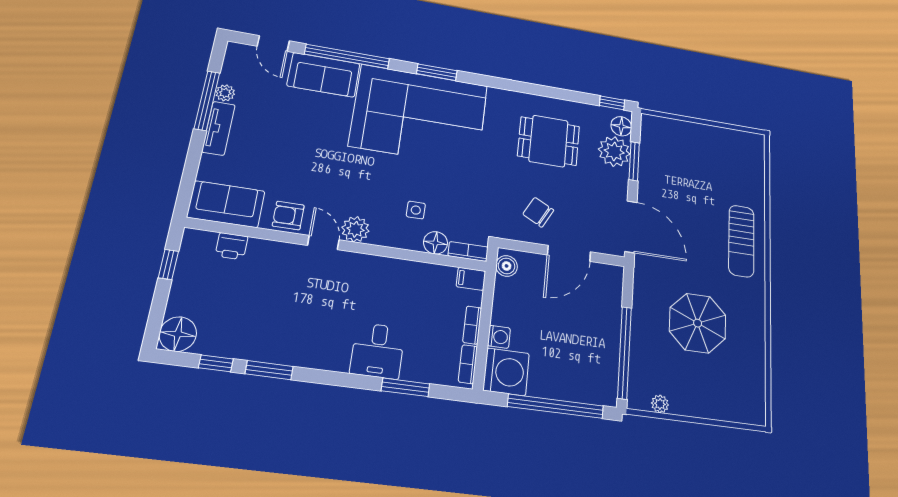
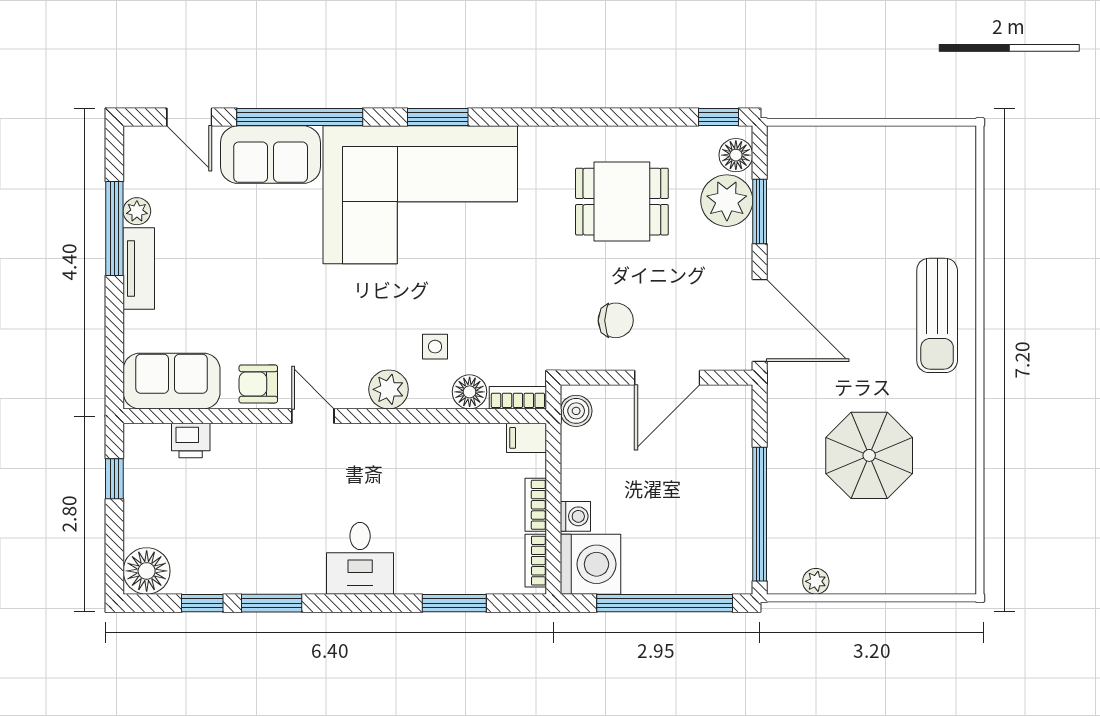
chair: (538, 212) -> (616, 320), turned 152
plant: (355, 229) -> (389, 389), moved
desk: (378, 351) -> (360, 558), moved

